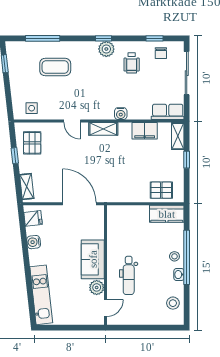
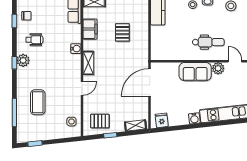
pallet: (161, 190) -> (122, 32), moved
water cooler: (34, 242) -> (194, 118), moved

